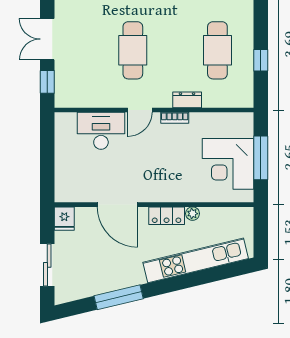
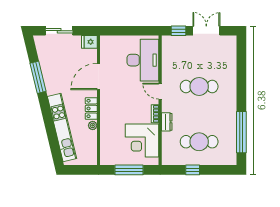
desk: (101, 131) -> (143, 60), width x1.36, depth x1.30
corner desk: (228, 164) -> (142, 140), moved, turned -90

